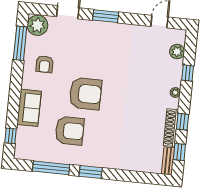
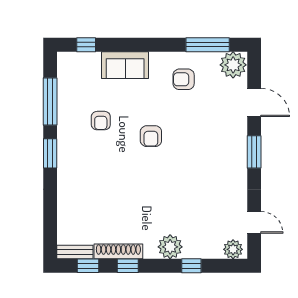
plant: (177, 52) -> (233, 249), moved
plant: (175, 93) -> (170, 247), width x1.87, depth x1.87
armchair: (85, 94) -> (151, 136), width x0.53, depth x0.53
armchair: (70, 131) -> (101, 121), width x0.53, depth x0.53

